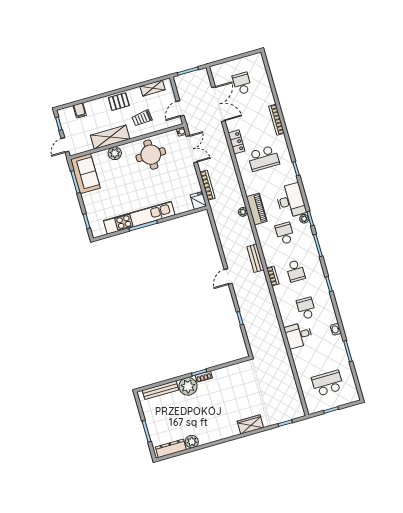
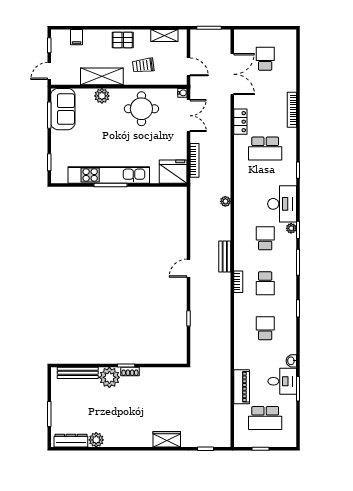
door: (180, 108) -> (189, 67), swing flipped
fridge: (198, 201) -> (173, 172), width x1.88, depth x1.34
piano: (257, 209) -> (242, 387), moved
desk: (299, 335) -> (282, 381), moved, turned 180
school desk: (328, 383) -> (265, 418), turned 180

